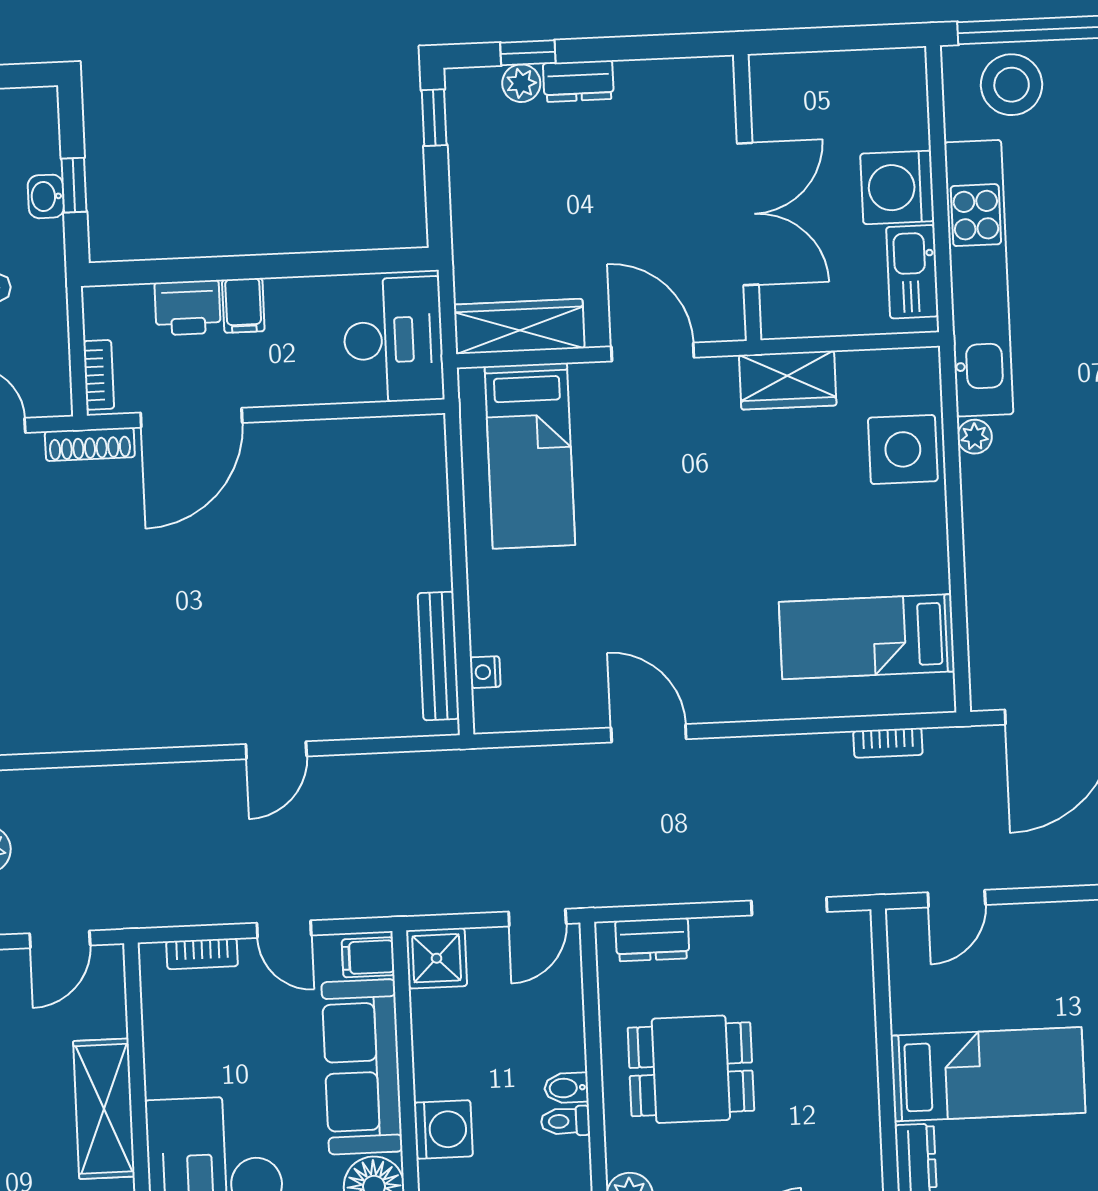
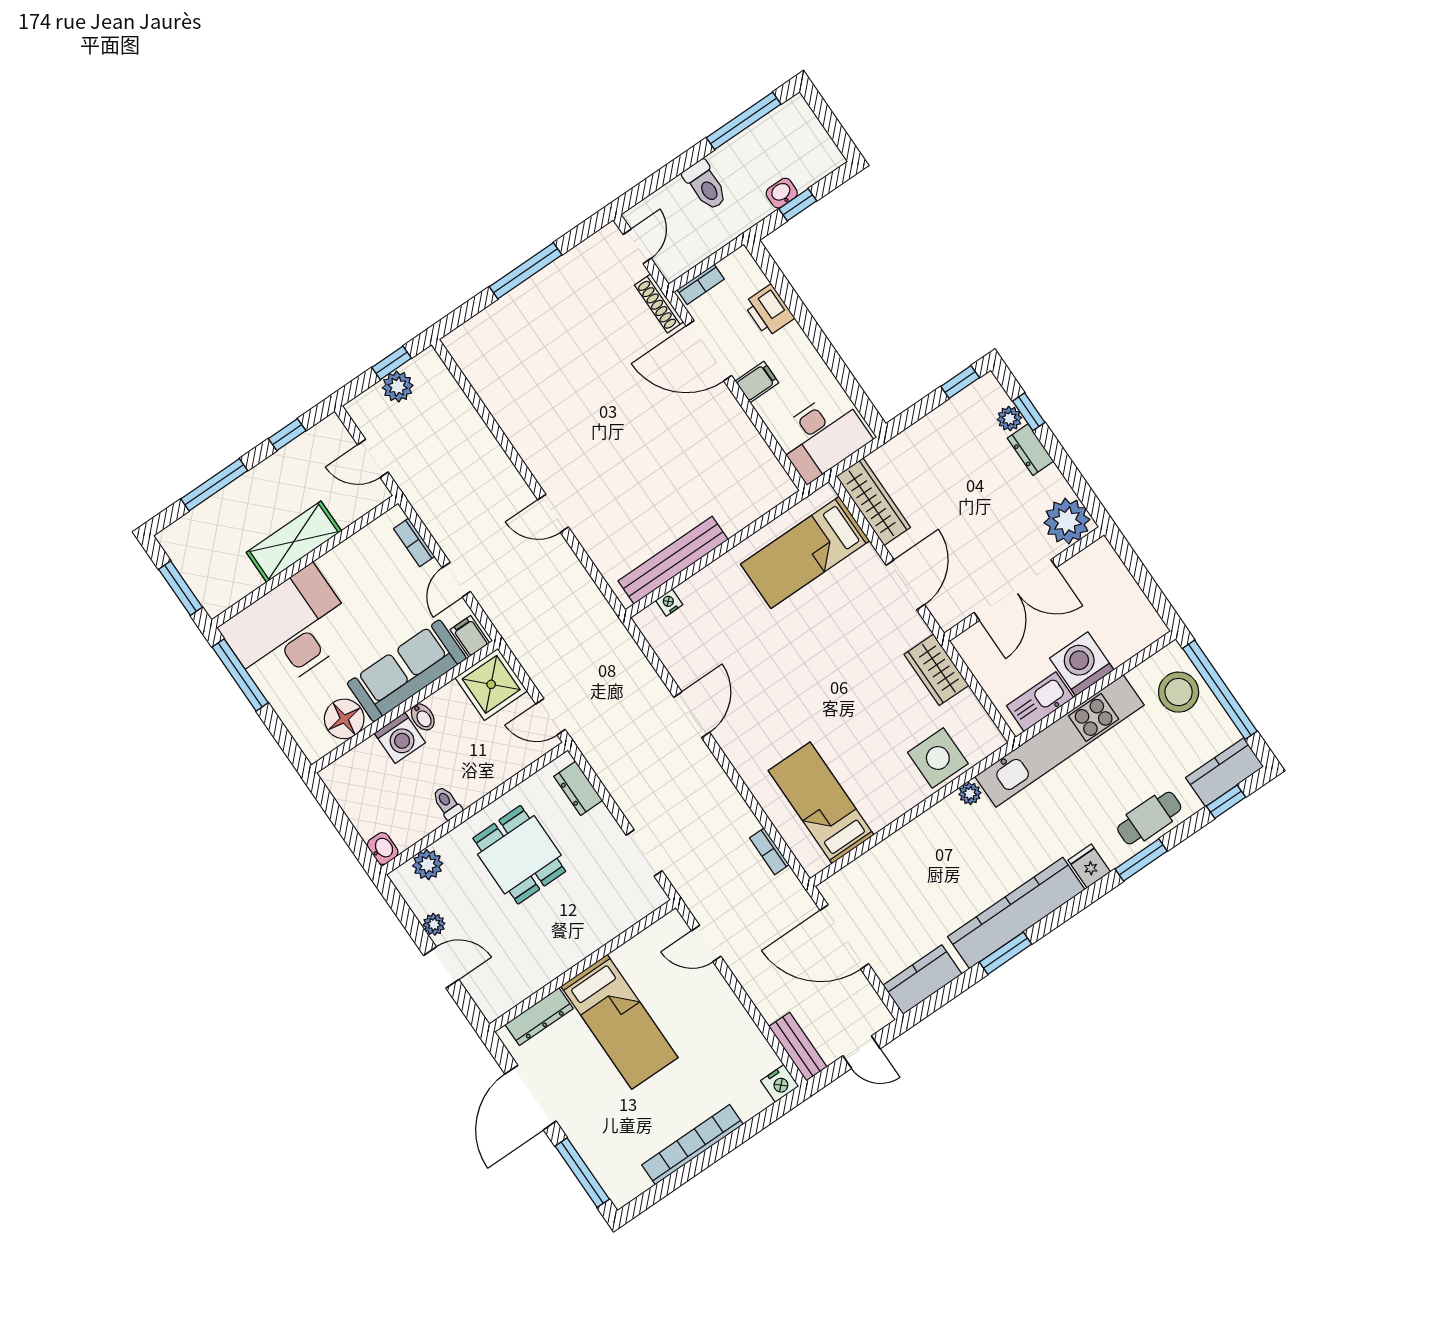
plant: (700, 91) -> (1067, 521), added
filing cabinet: (243, 305) -> (757, 382), moved, turned 180
bench: (438, 656) -> (673, 560), width x1.37, depth x1.21
shower: (437, 958) -> (491, 684), width x1.36, depth x1.36
bidet: (566, 1088) -> (423, 717), moved, turned 180

